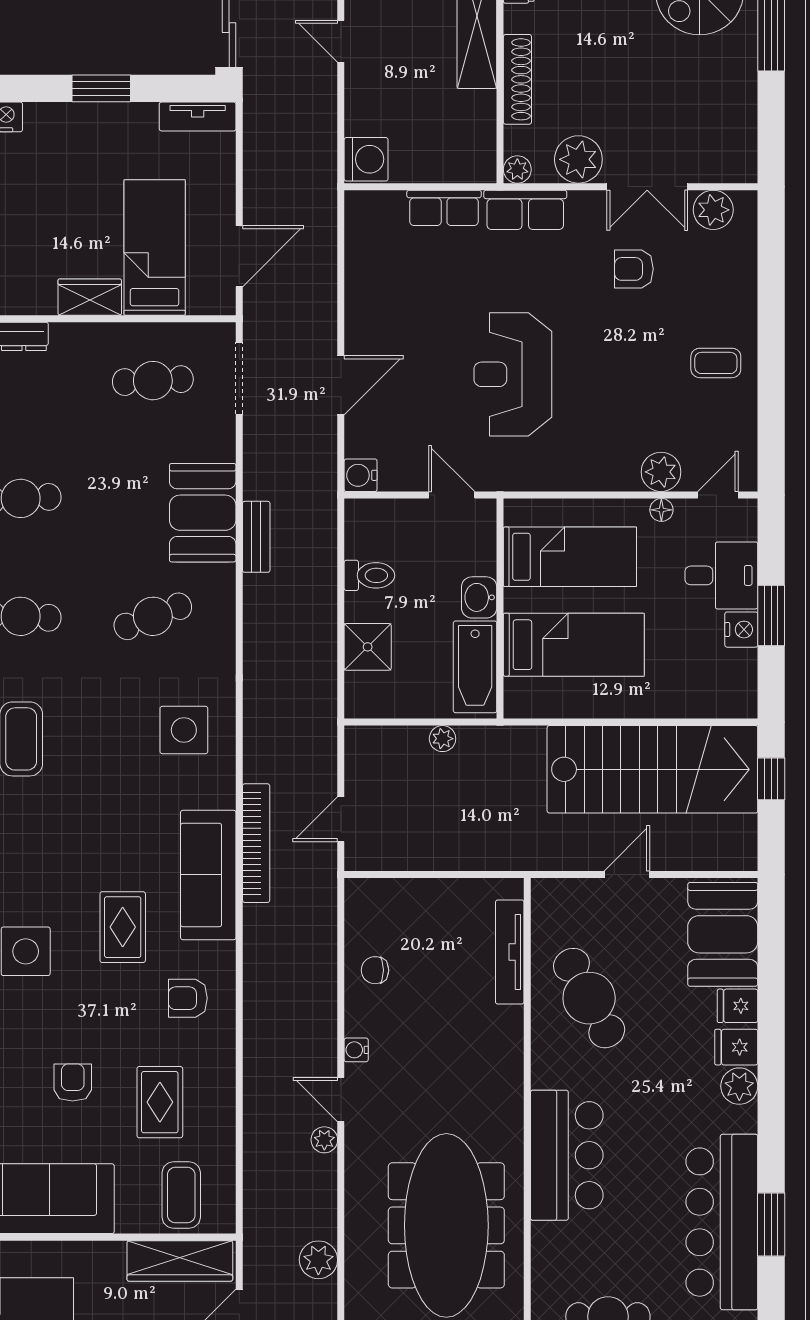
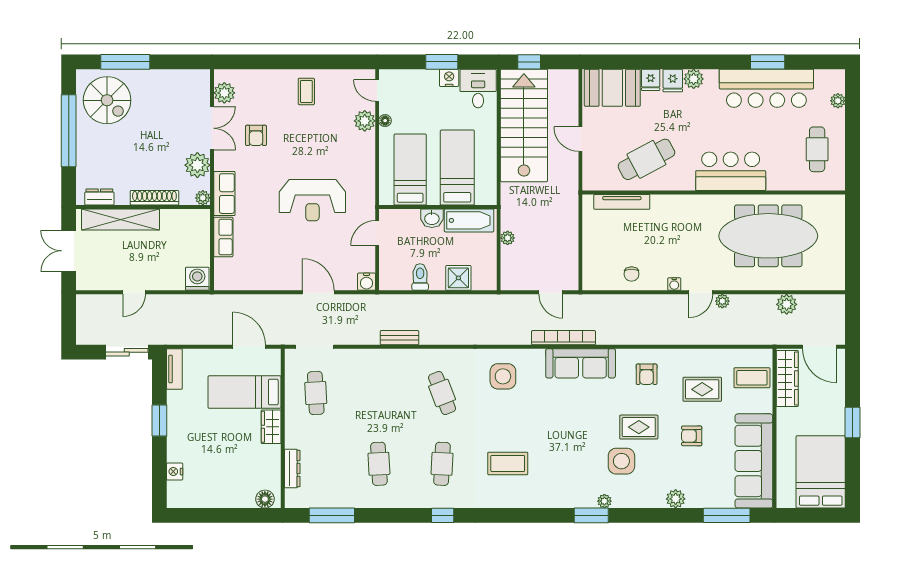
booth: (203, 513) -> (387, 366), removed
desk: (721, 575) -> (478, 89), moved
rug: (123, 927) -> (639, 427), moved

